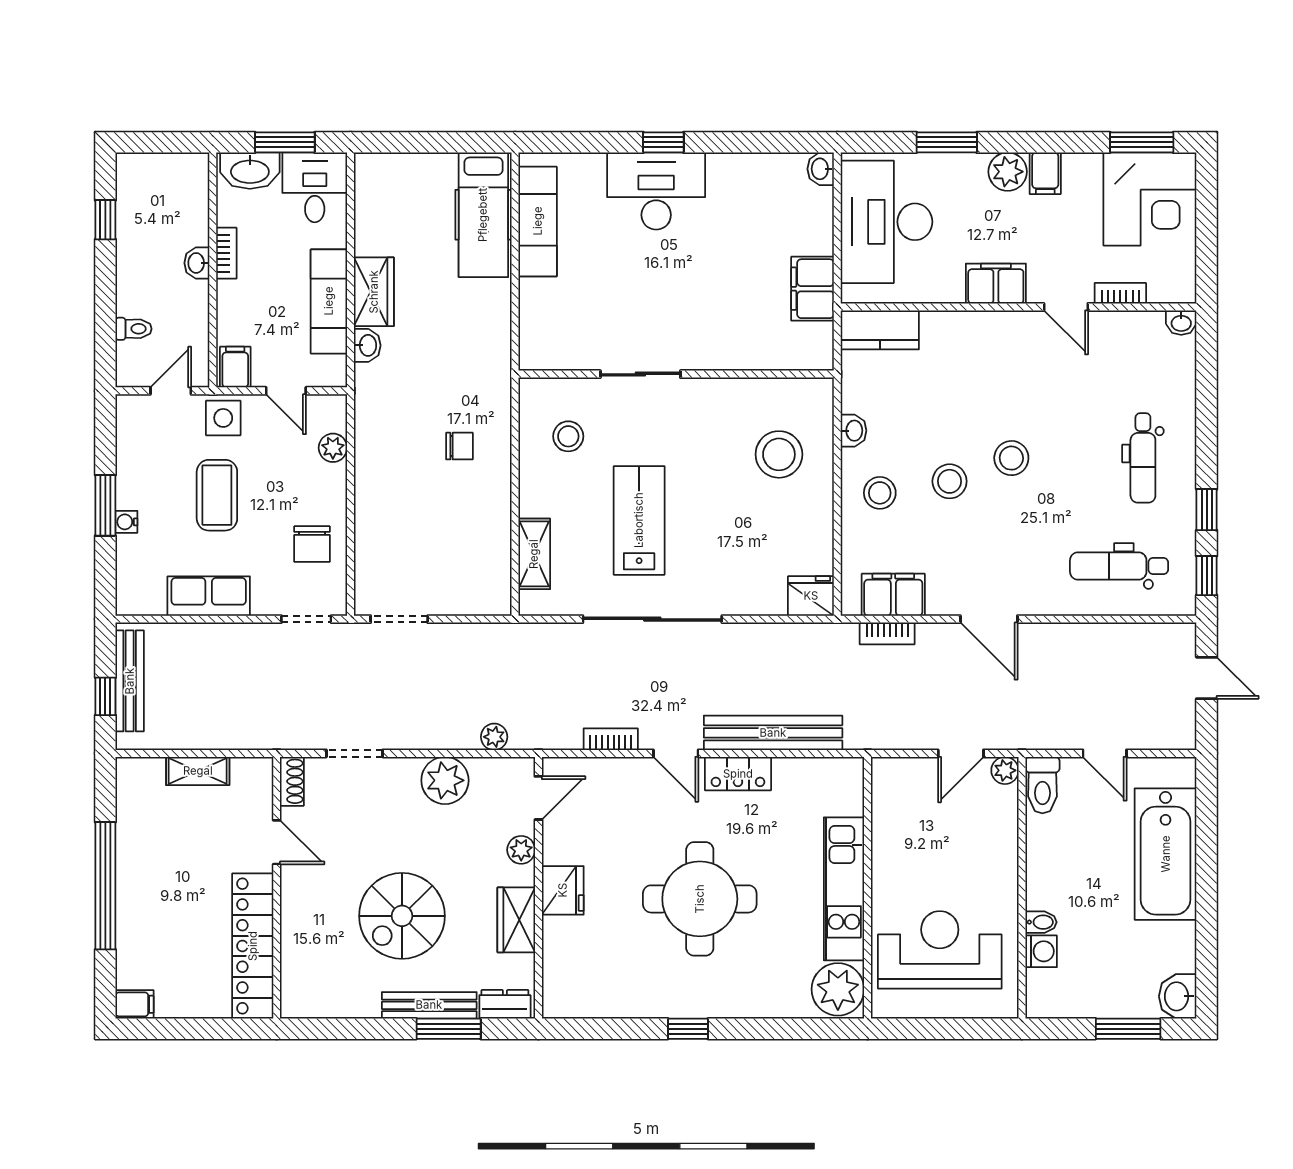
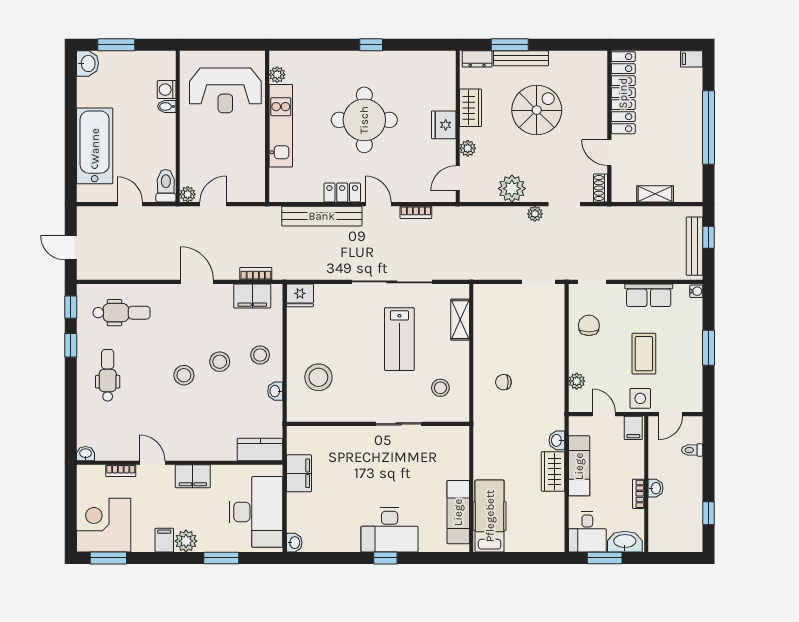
water cooler: (126, 522) -> (696, 291), moved
plant: (494, 737) -> (535, 214), moved
plant: (838, 989) -> (277, 75), width x0.53, depth x0.53

